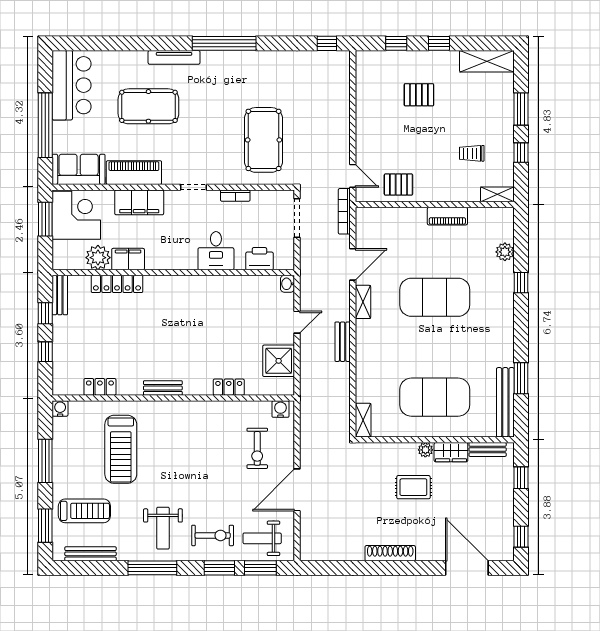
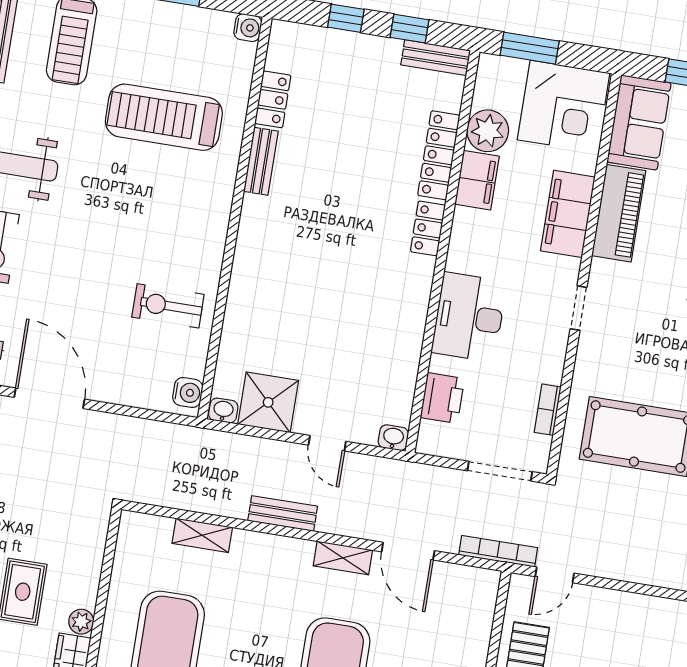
bookcase: (235, 196) -> (548, 410), moved
window: (45, 219) -> (530, 48), moved
desk: (216, 251) -> (469, 317), width x1.37
washbasin: (288, 386) -> (223, 411), added
locker: (229, 387) -> (428, 228), moved, turned 180
bench: (163, 388) -> (261, 161), moved
shelving: (363, 420) -> (202, 535), moved
exercise bike: (257, 448) -> (168, 306), moved

